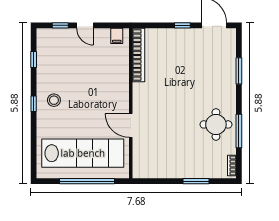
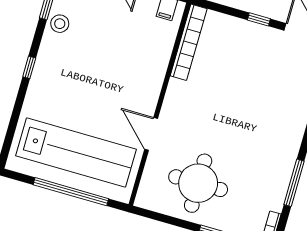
stool: (54, 100) -> (60, 24), moved
round table: (216, 124) -> (198, 183), moved, width x1.36, depth x1.36

